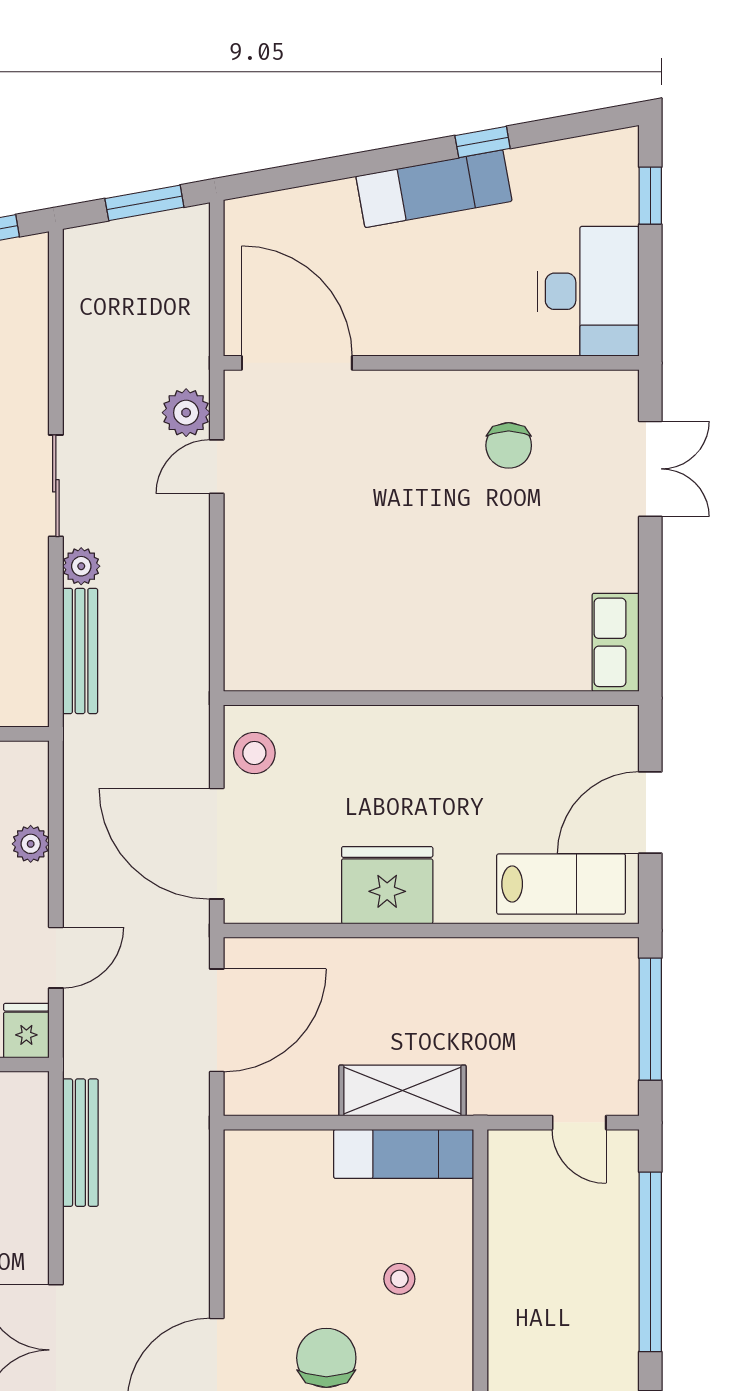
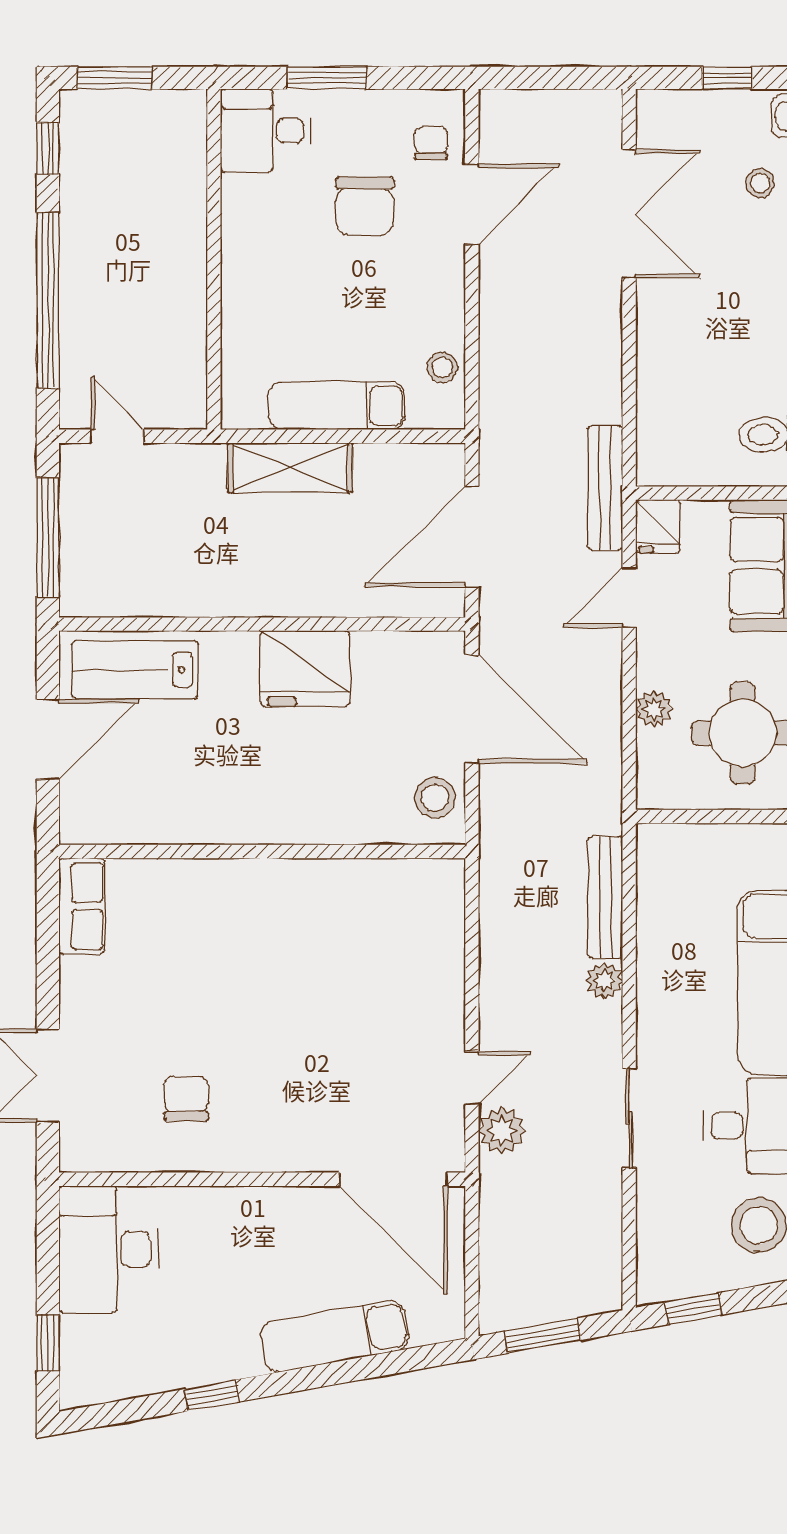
exam couch: (434, 189) -> (335, 1336), moved
sliding door: (56, 486) -> (629, 1118), moved
bench: (80, 1143) -> (605, 488), moved
exam couch: (404, 1154) -> (337, 406), moved
stool: (399, 1279) -> (442, 367), moved

